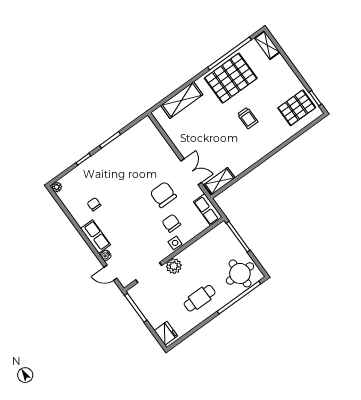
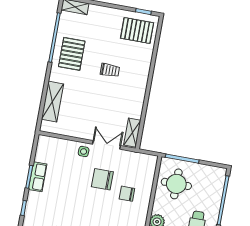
pallet: (231, 78) -> (72, 54), width x0.73, depth x0.71
pallet: (297, 108) -> (137, 30), turned 90
row of seats: (208, 209) -> (38, 177), moved, turned -90
side table: (175, 243) -> (84, 151), moved
round table: (240, 273) -> (176, 184), moved

